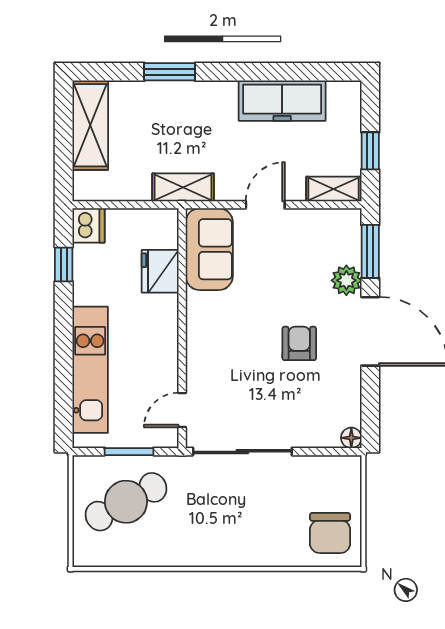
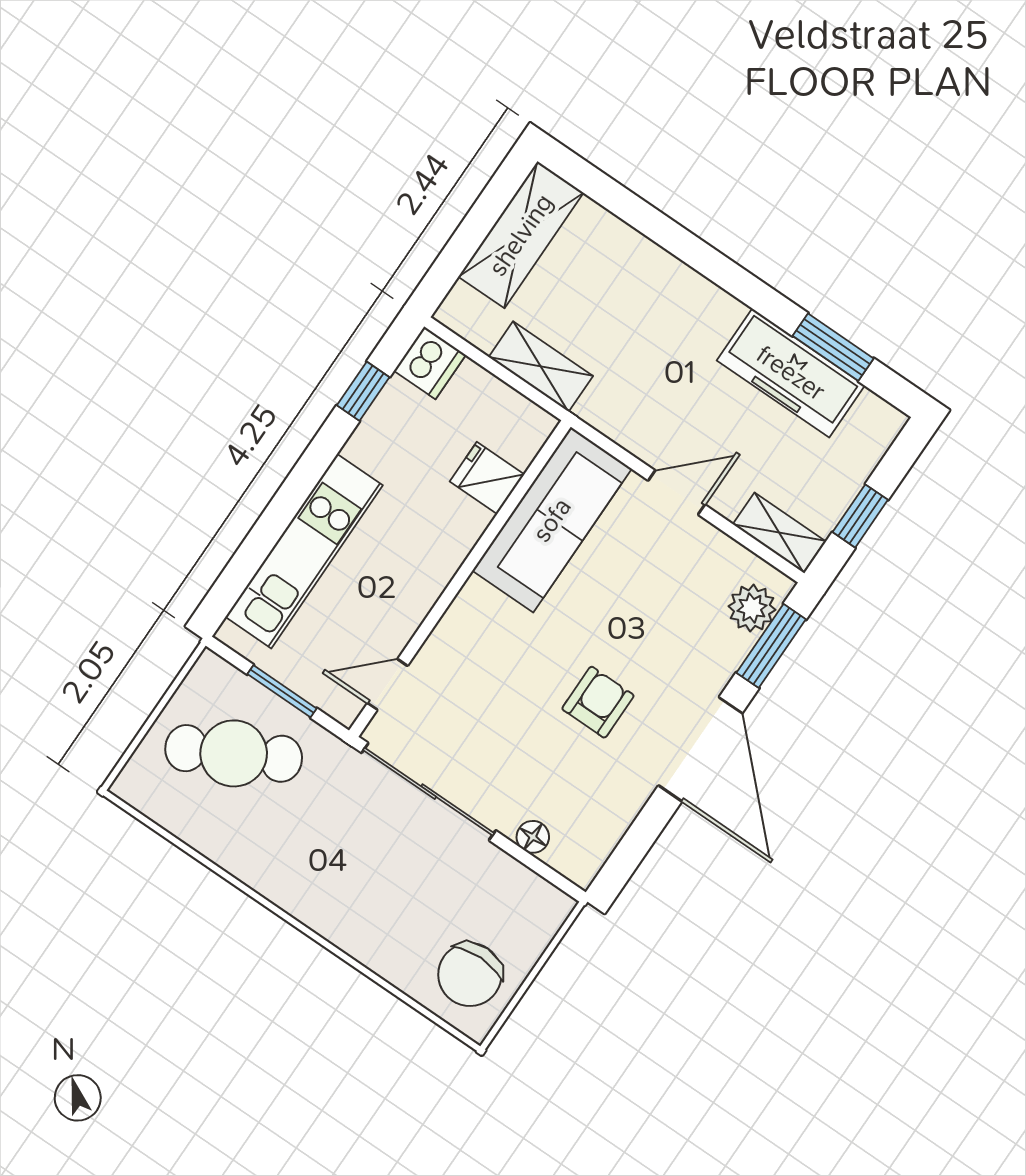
window: (170, 72) -> (833, 347), moved
shelving: (183, 187) -> (541, 367), moved
sofa: (209, 249) -> (552, 520), width x1.36
fridge: (160, 271) -> (487, 478), width x0.72
plant: (346, 280) -> (752, 608), moved
floor lamp: (351, 438) -> (533, 837), moved

